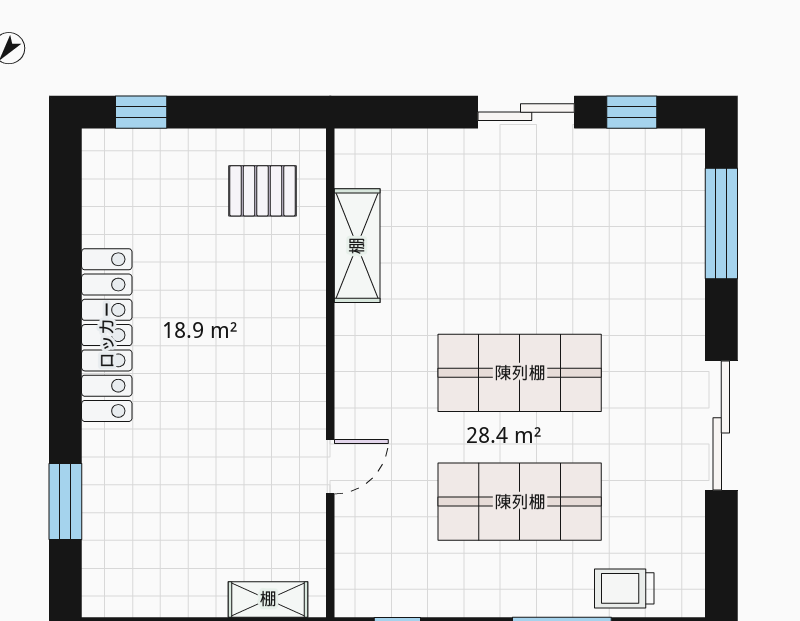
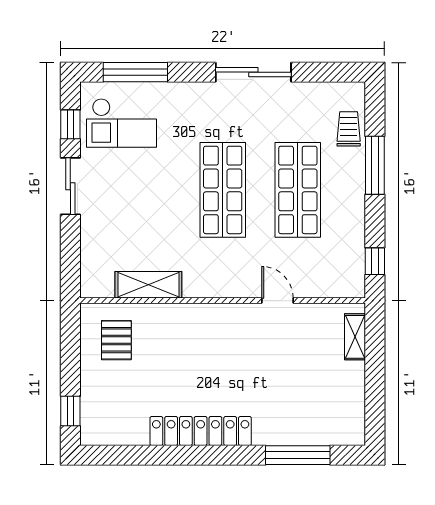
checkout: (634, 199) -> (121, 123), added
window: (65, 501) -> (298, 455), width x1.44
trolley: (624, 588) -> (349, 129), turned 180

